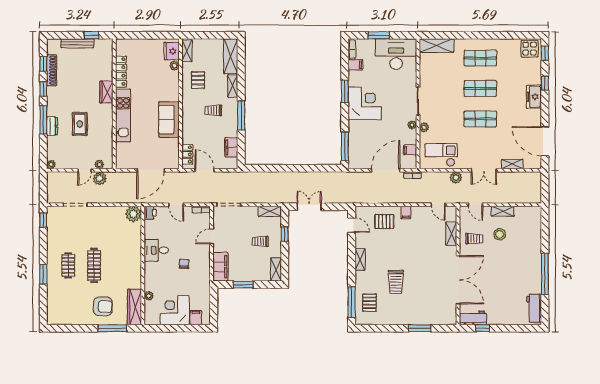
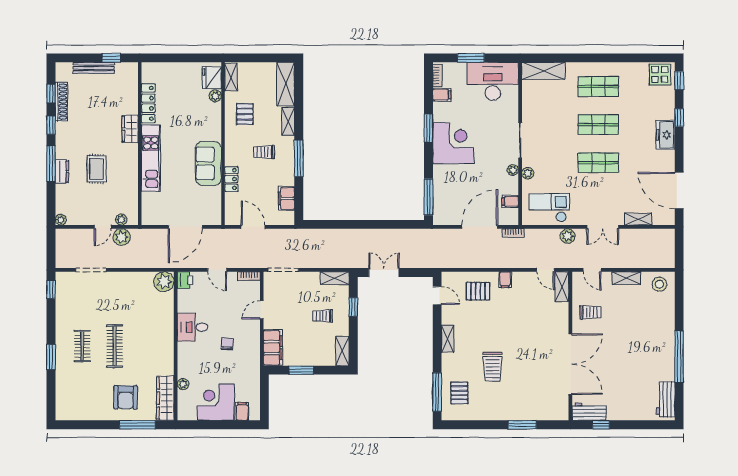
locker: (187, 154) -> (231, 179), moved
shelving: (451, 234) -> (562, 287), moved
stool: (500, 234) -> (659, 284), moved
armchair: (103, 306) -> (126, 397), turned 88

